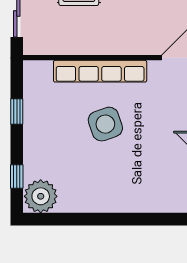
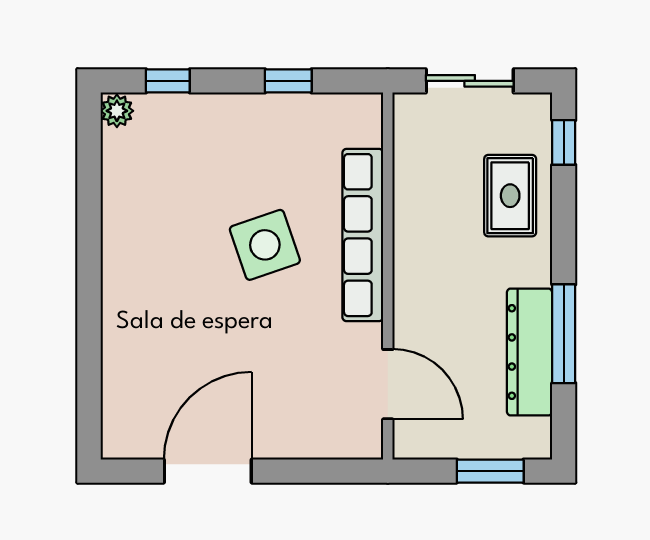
plant: (41, 196) -> (117, 111), width x0.53, depth x0.53

